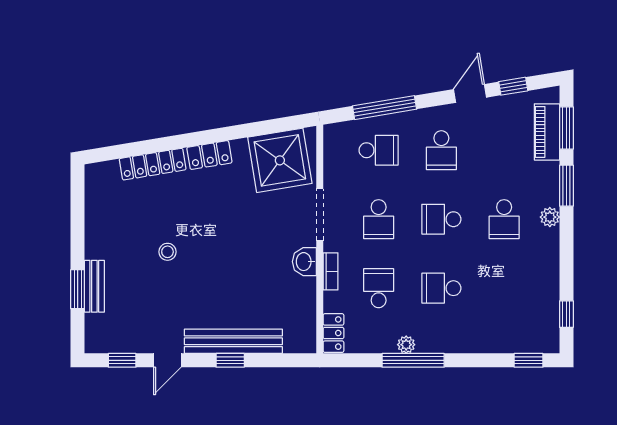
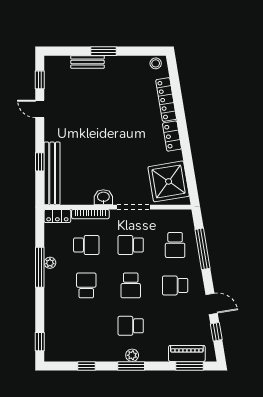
window: (566, 186) -> (131, 366), moved
school desk: (441, 219) -> (131, 285), turned 180
stool: (167, 252) -> (156, 63), moved
bookcase: (331, 271) -> (90, 214), width x1.56
window: (78, 289) -> (103, 51), moved
window: (566, 314) -> (87, 366), moved
bench: (233, 341) -> (52, 173), moved
window: (230, 360) -> (40, 162), moved

